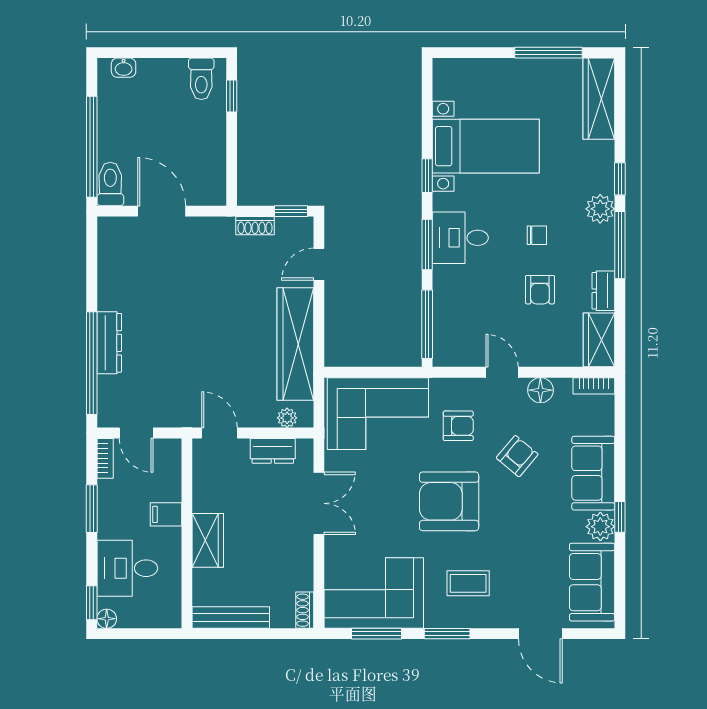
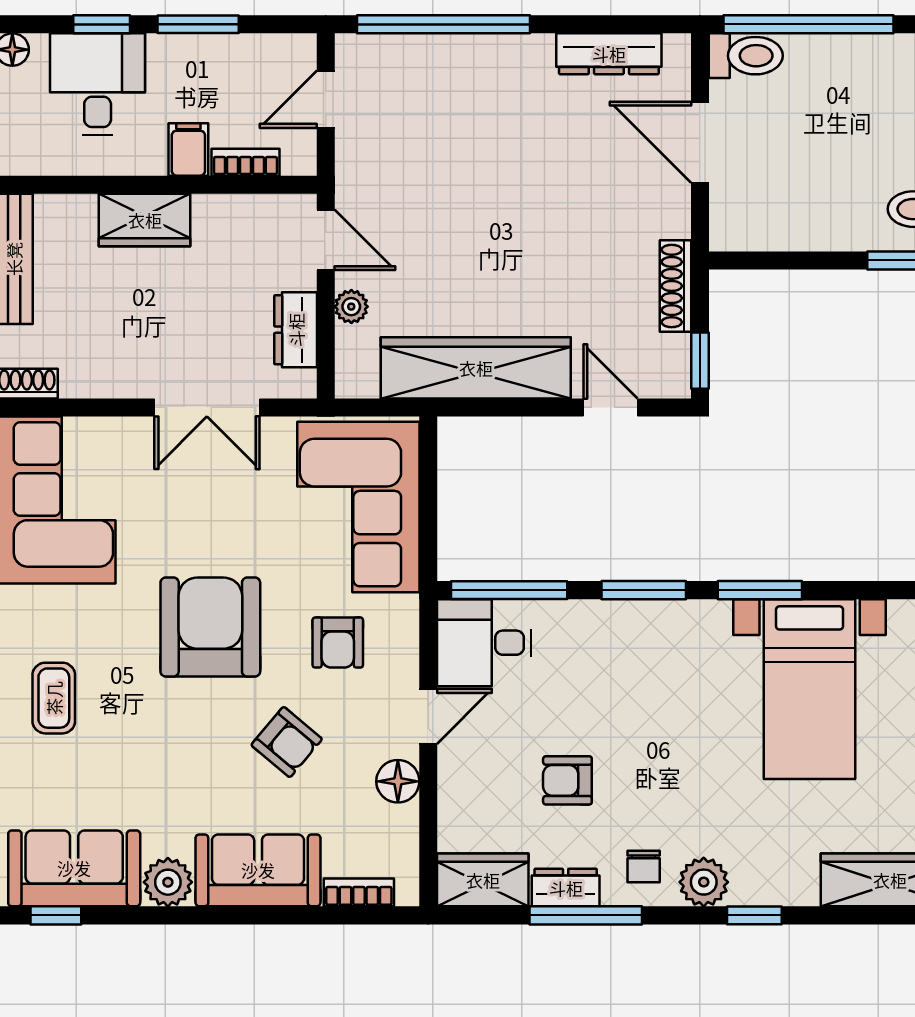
window: (427, 176) -> (760, 590), width x1.50
door: (162, 211) -> (700, 142), swing flipped
shoe rack: (255, 226) -> (675, 286), width x1.43
chair: (537, 235) -> (644, 867), moved
desk: (460, 238) -> (484, 643), moved, turned -90
window: (620, 245) -> (586, 915), moved
dresser: (109, 343) -> (609, 54), moved
bookcase: (594, 386) -> (359, 892), moved, turned 90
plant: (287, 418) -> (351, 307), moved
door: (219, 433) -> (326, 240), hinge flipped
bookcase: (105, 458) -> (245, 162), moved, turned 180
window: (620, 517) -> (56, 915), moved
coffee table: (468, 583) -> (54, 698), moved
window: (92, 603) -> (102, 24), moved

